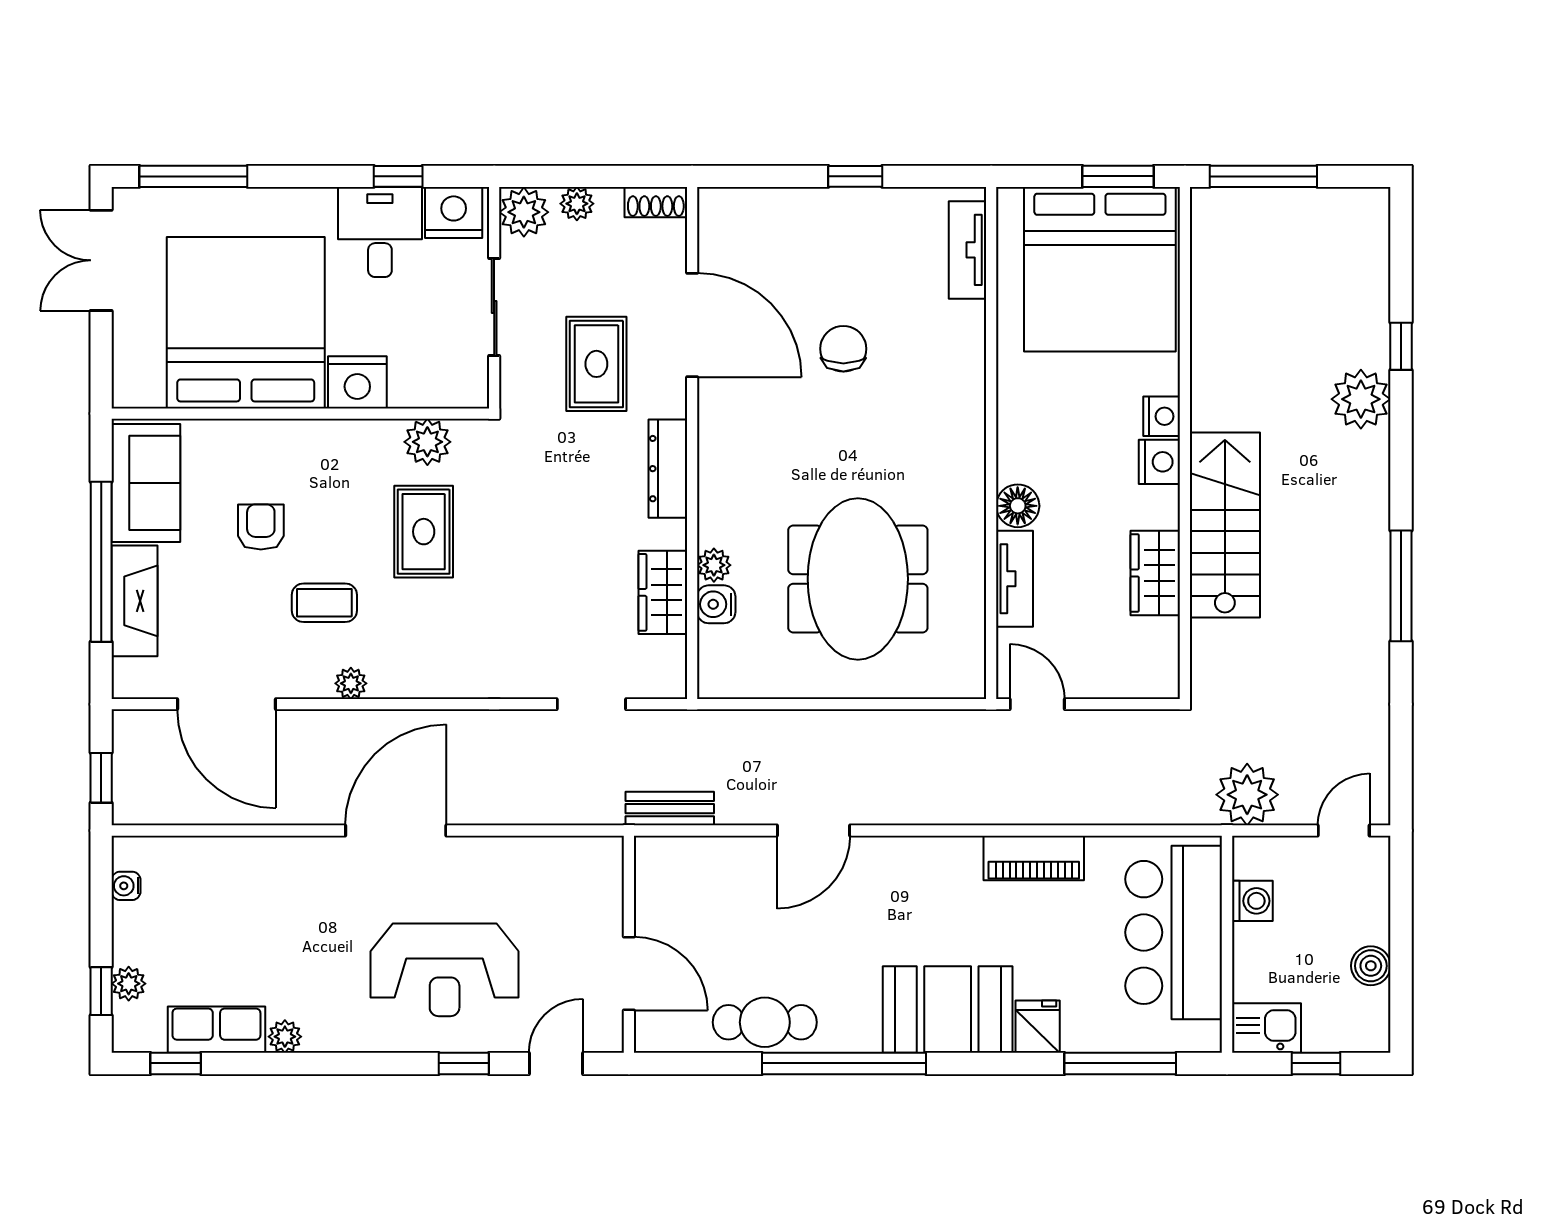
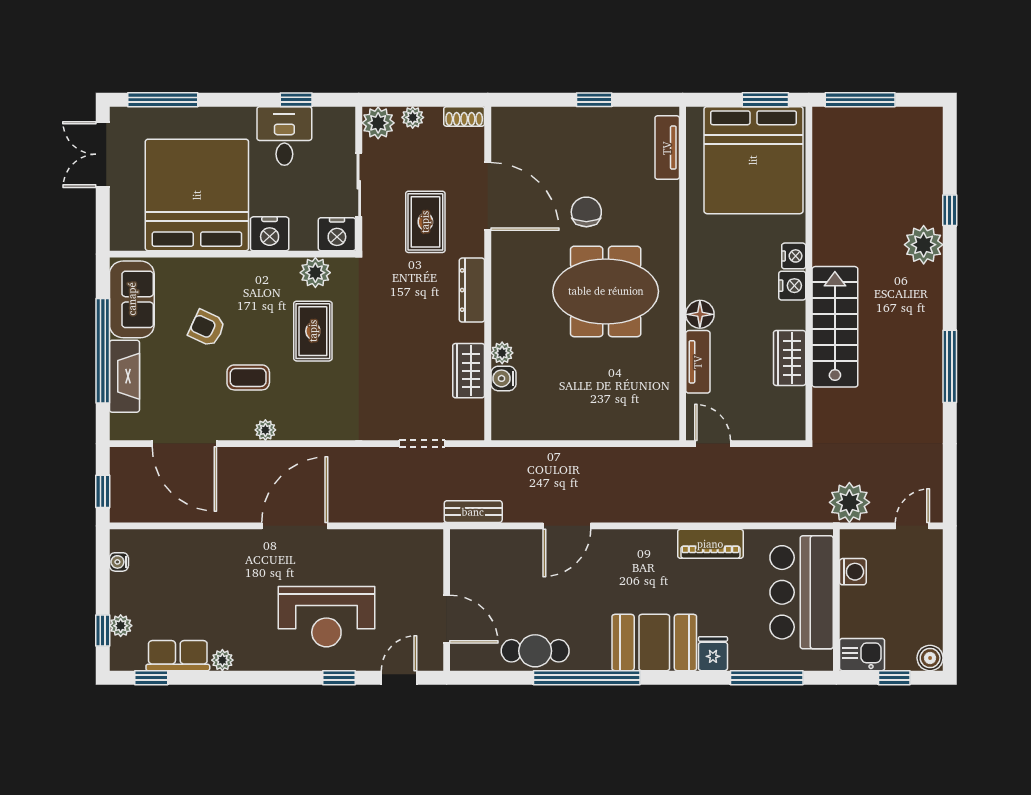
nightstand: (454, 213) -> (337, 234), moved, turned 180
armchair: (261, 527) -> (207, 328), turned -65
meeting table: (858, 579) -> (606, 291), moved, turned 90
boiler: (1371, 966) -> (930, 658), moved

